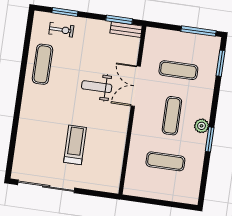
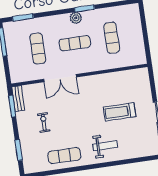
exercise bike: (61, 30) -> (44, 122), moved
weight bench: (97, 87) -> (105, 146), moved, turned -90

